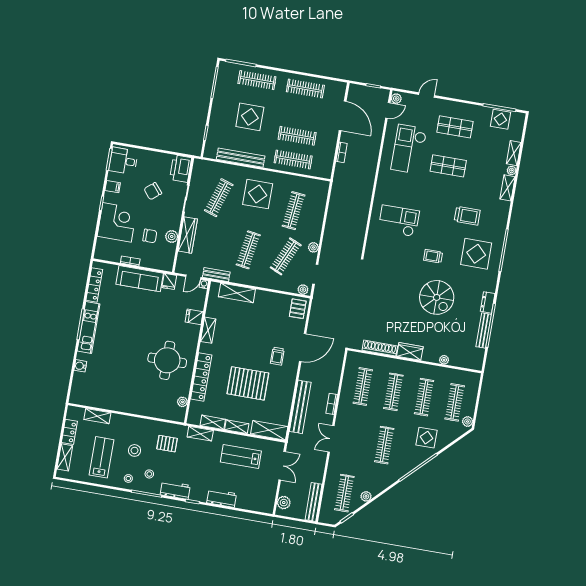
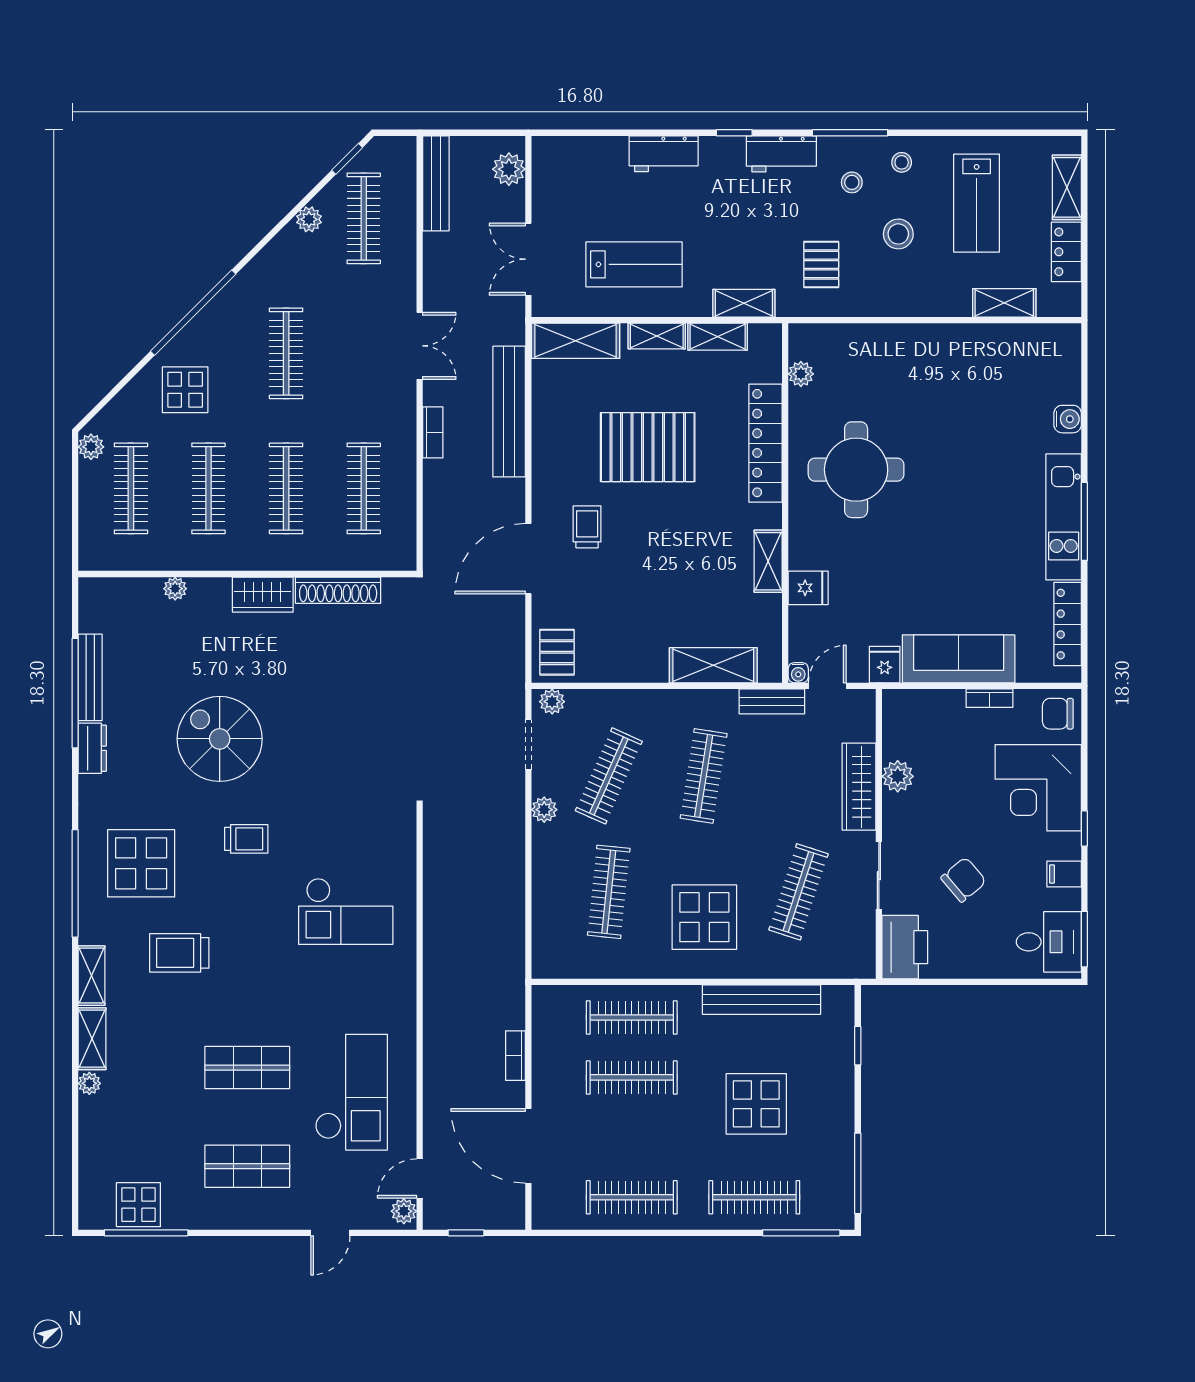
shelving: (514, 153) -> (91, 976), moved
chair: (150, 236) -> (1058, 714), moved
pallet: (167, 444) -> (821, 264), turned 90

